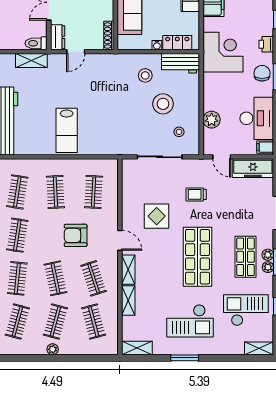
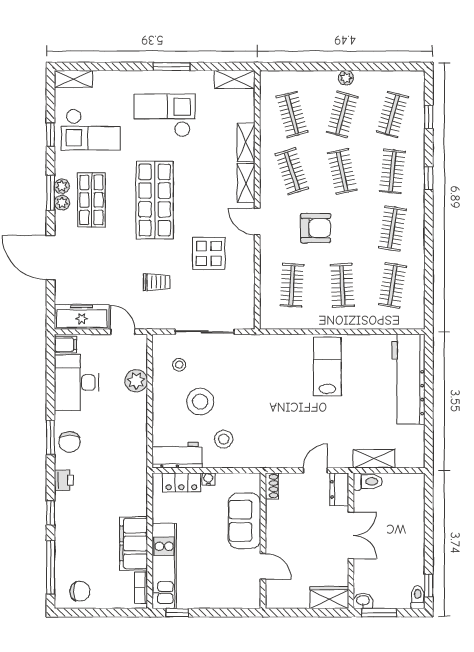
shoe rack: (109, 35) -> (272, 486), width x0.70
corner desk: (223, 52) -> (121, 470), removed

